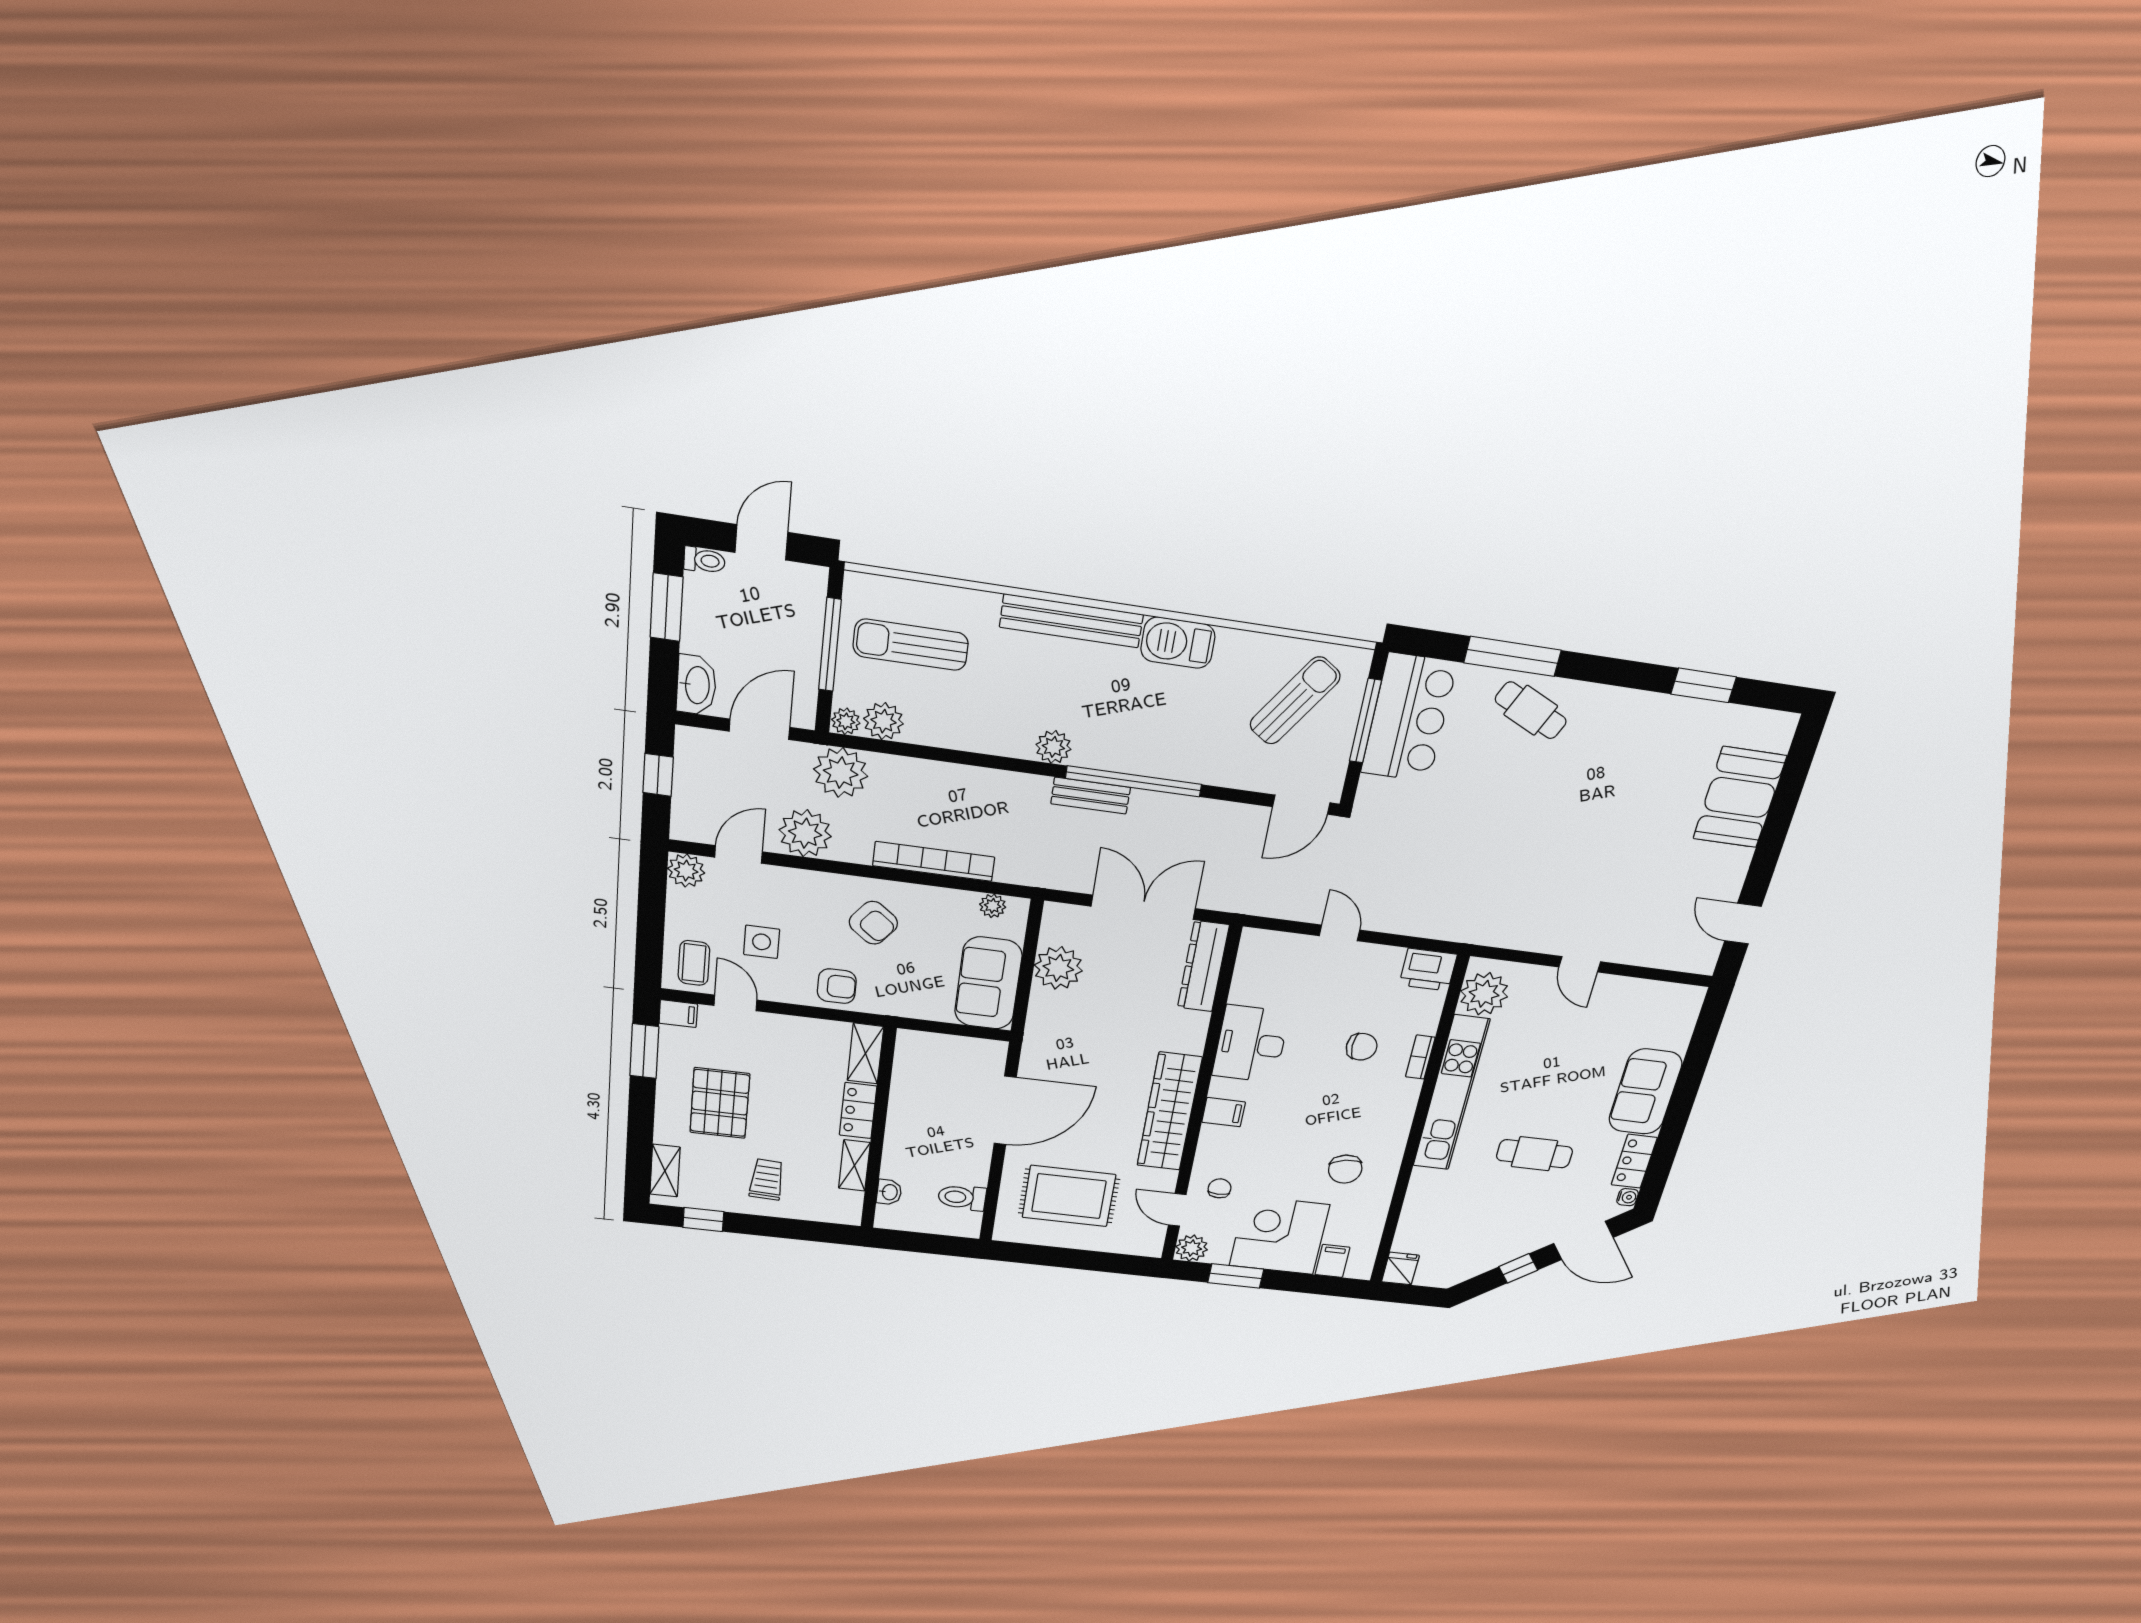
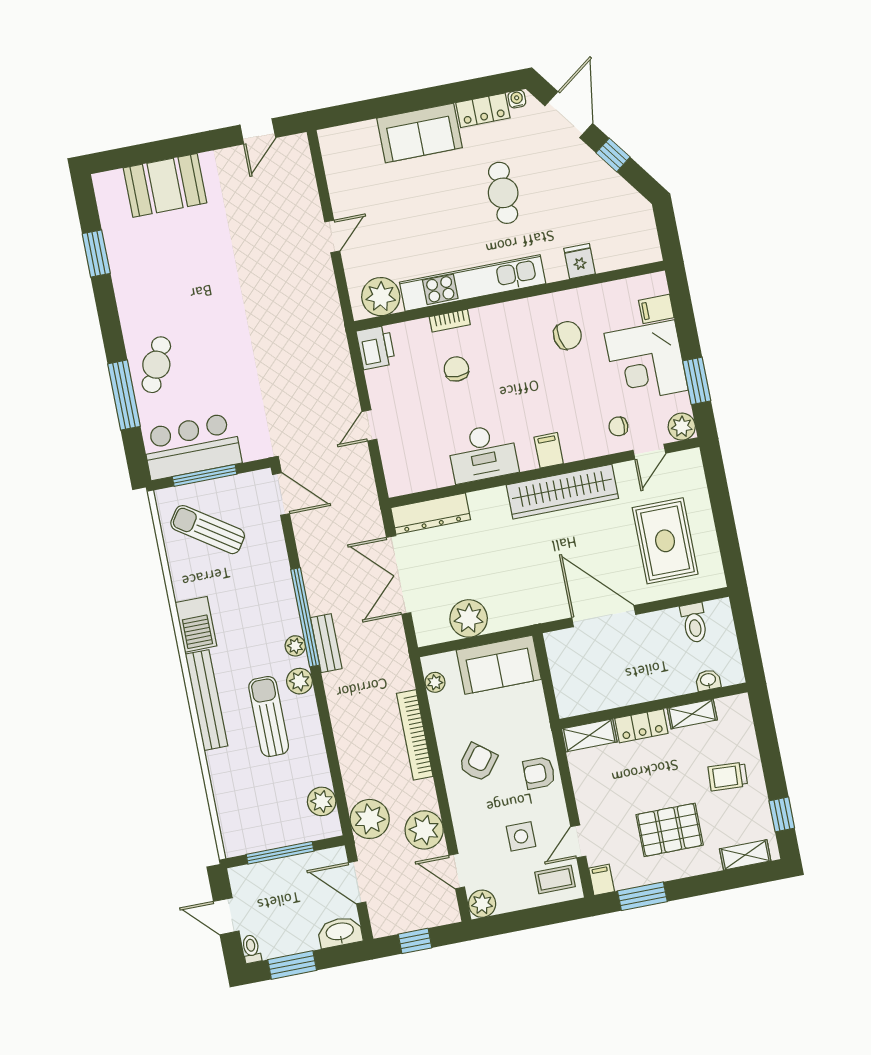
sun lounger: (911, 645) -> (269, 716), moved, turned 180
plant: (846, 721) -> (295, 646), moved
armchair: (837, 986) -> (539, 773), turned -90
fridge: (1400, 1269) -> (580, 261), moved, turned 90

